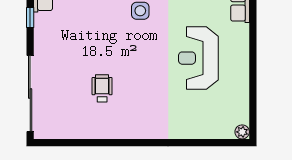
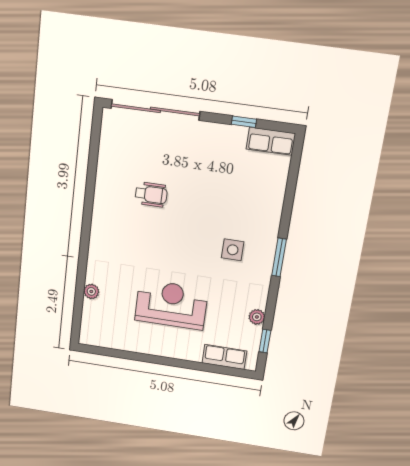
plant: (242, 132) -> (91, 291), moved

